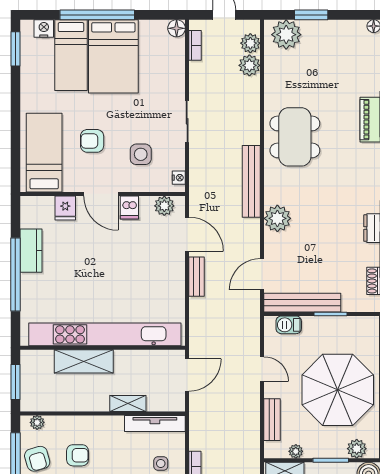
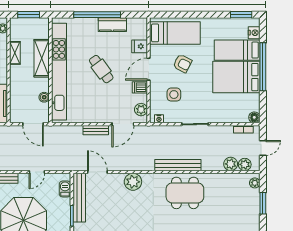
plant: (286, 35) -> (255, 183), width x0.53, depth x0.53
armchair: (92, 141) -> (182, 63), turned 117
bench: (251, 181) -> (178, 165), moved
cafe table: (101, 268) -> (101, 69), added
boiler: (145, 358) -> (44, 97), added
shelving: (128, 403) -> (15, 53), moved

